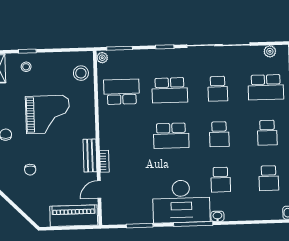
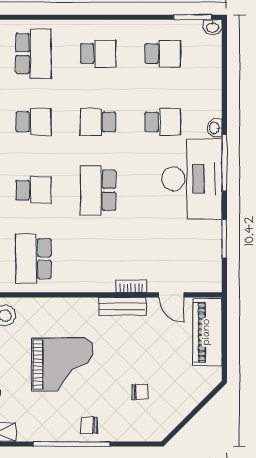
school desk: (170, 90) -> (33, 190), width x0.54
grand piano: (48, 115) -> (62, 365), turned 90
school desk: (219, 134) -> (98, 122), turned 180
school desk: (171, 136) -> (98, 190), turned 180

